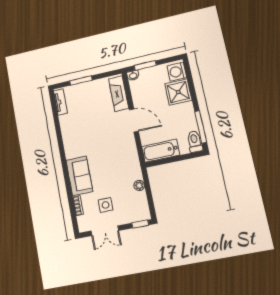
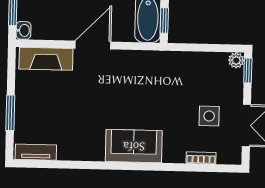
window: (160, 162) -> (164, 21), added
sofa: (79, 176) -> (134, 146), moved
plant: (139, 185) -> (236, 60), moved

